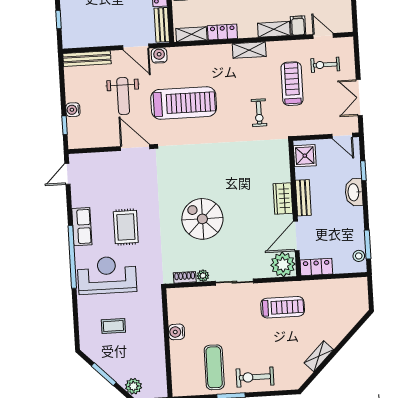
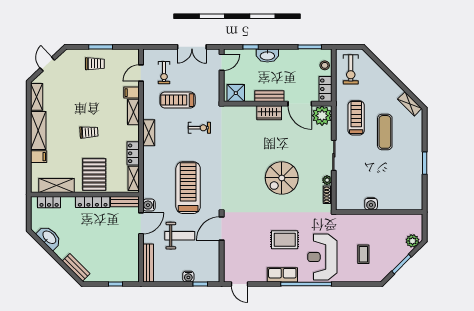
stool: (359, 256) -> (325, 65), moved
shelving: (319, 356) -> (410, 104), moved
exercise mat: (214, 367) -> (385, 132), moved, turned 90
exercise bike: (255, 377) -> (351, 69), moved

